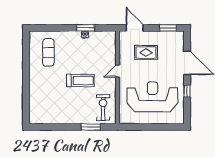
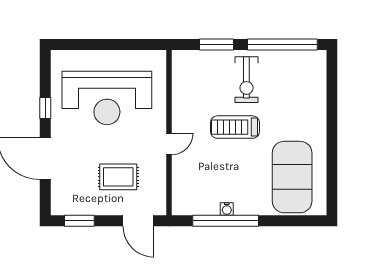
window: (86, 28) -> (226, 221), width x2.11
exercise mat: (48, 52) -> (292, 177), width x2.00, depth x1.45
exercise bike: (103, 108) -> (246, 80), moved
window: (54, 127) -> (282, 45), added

